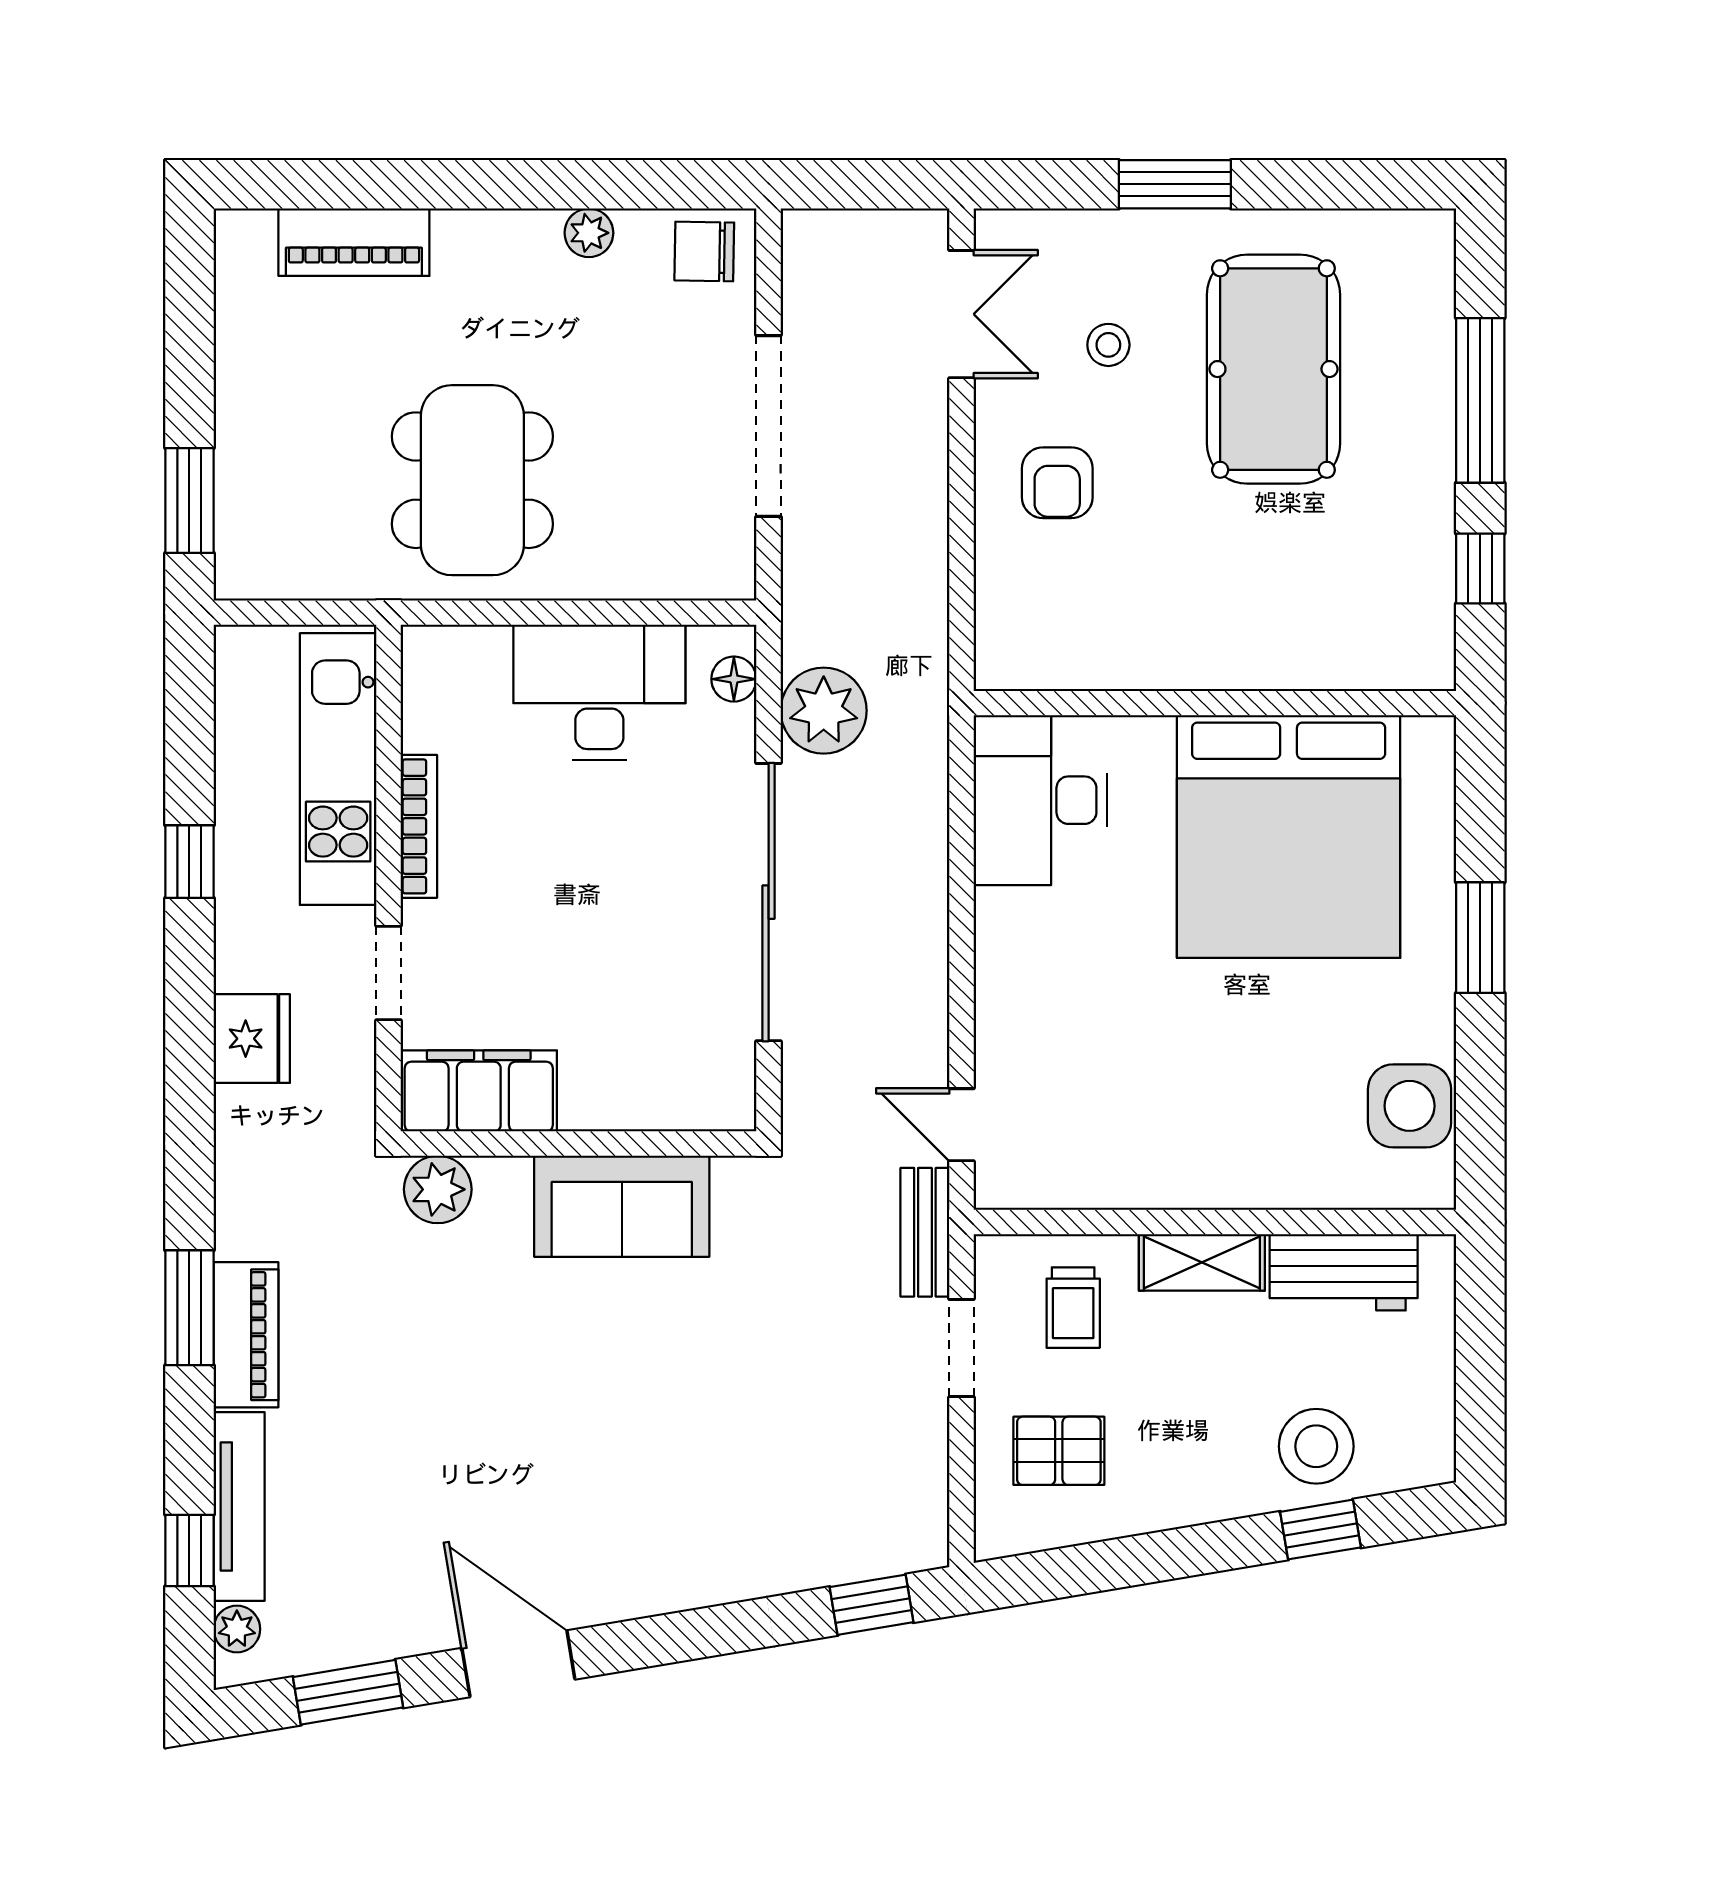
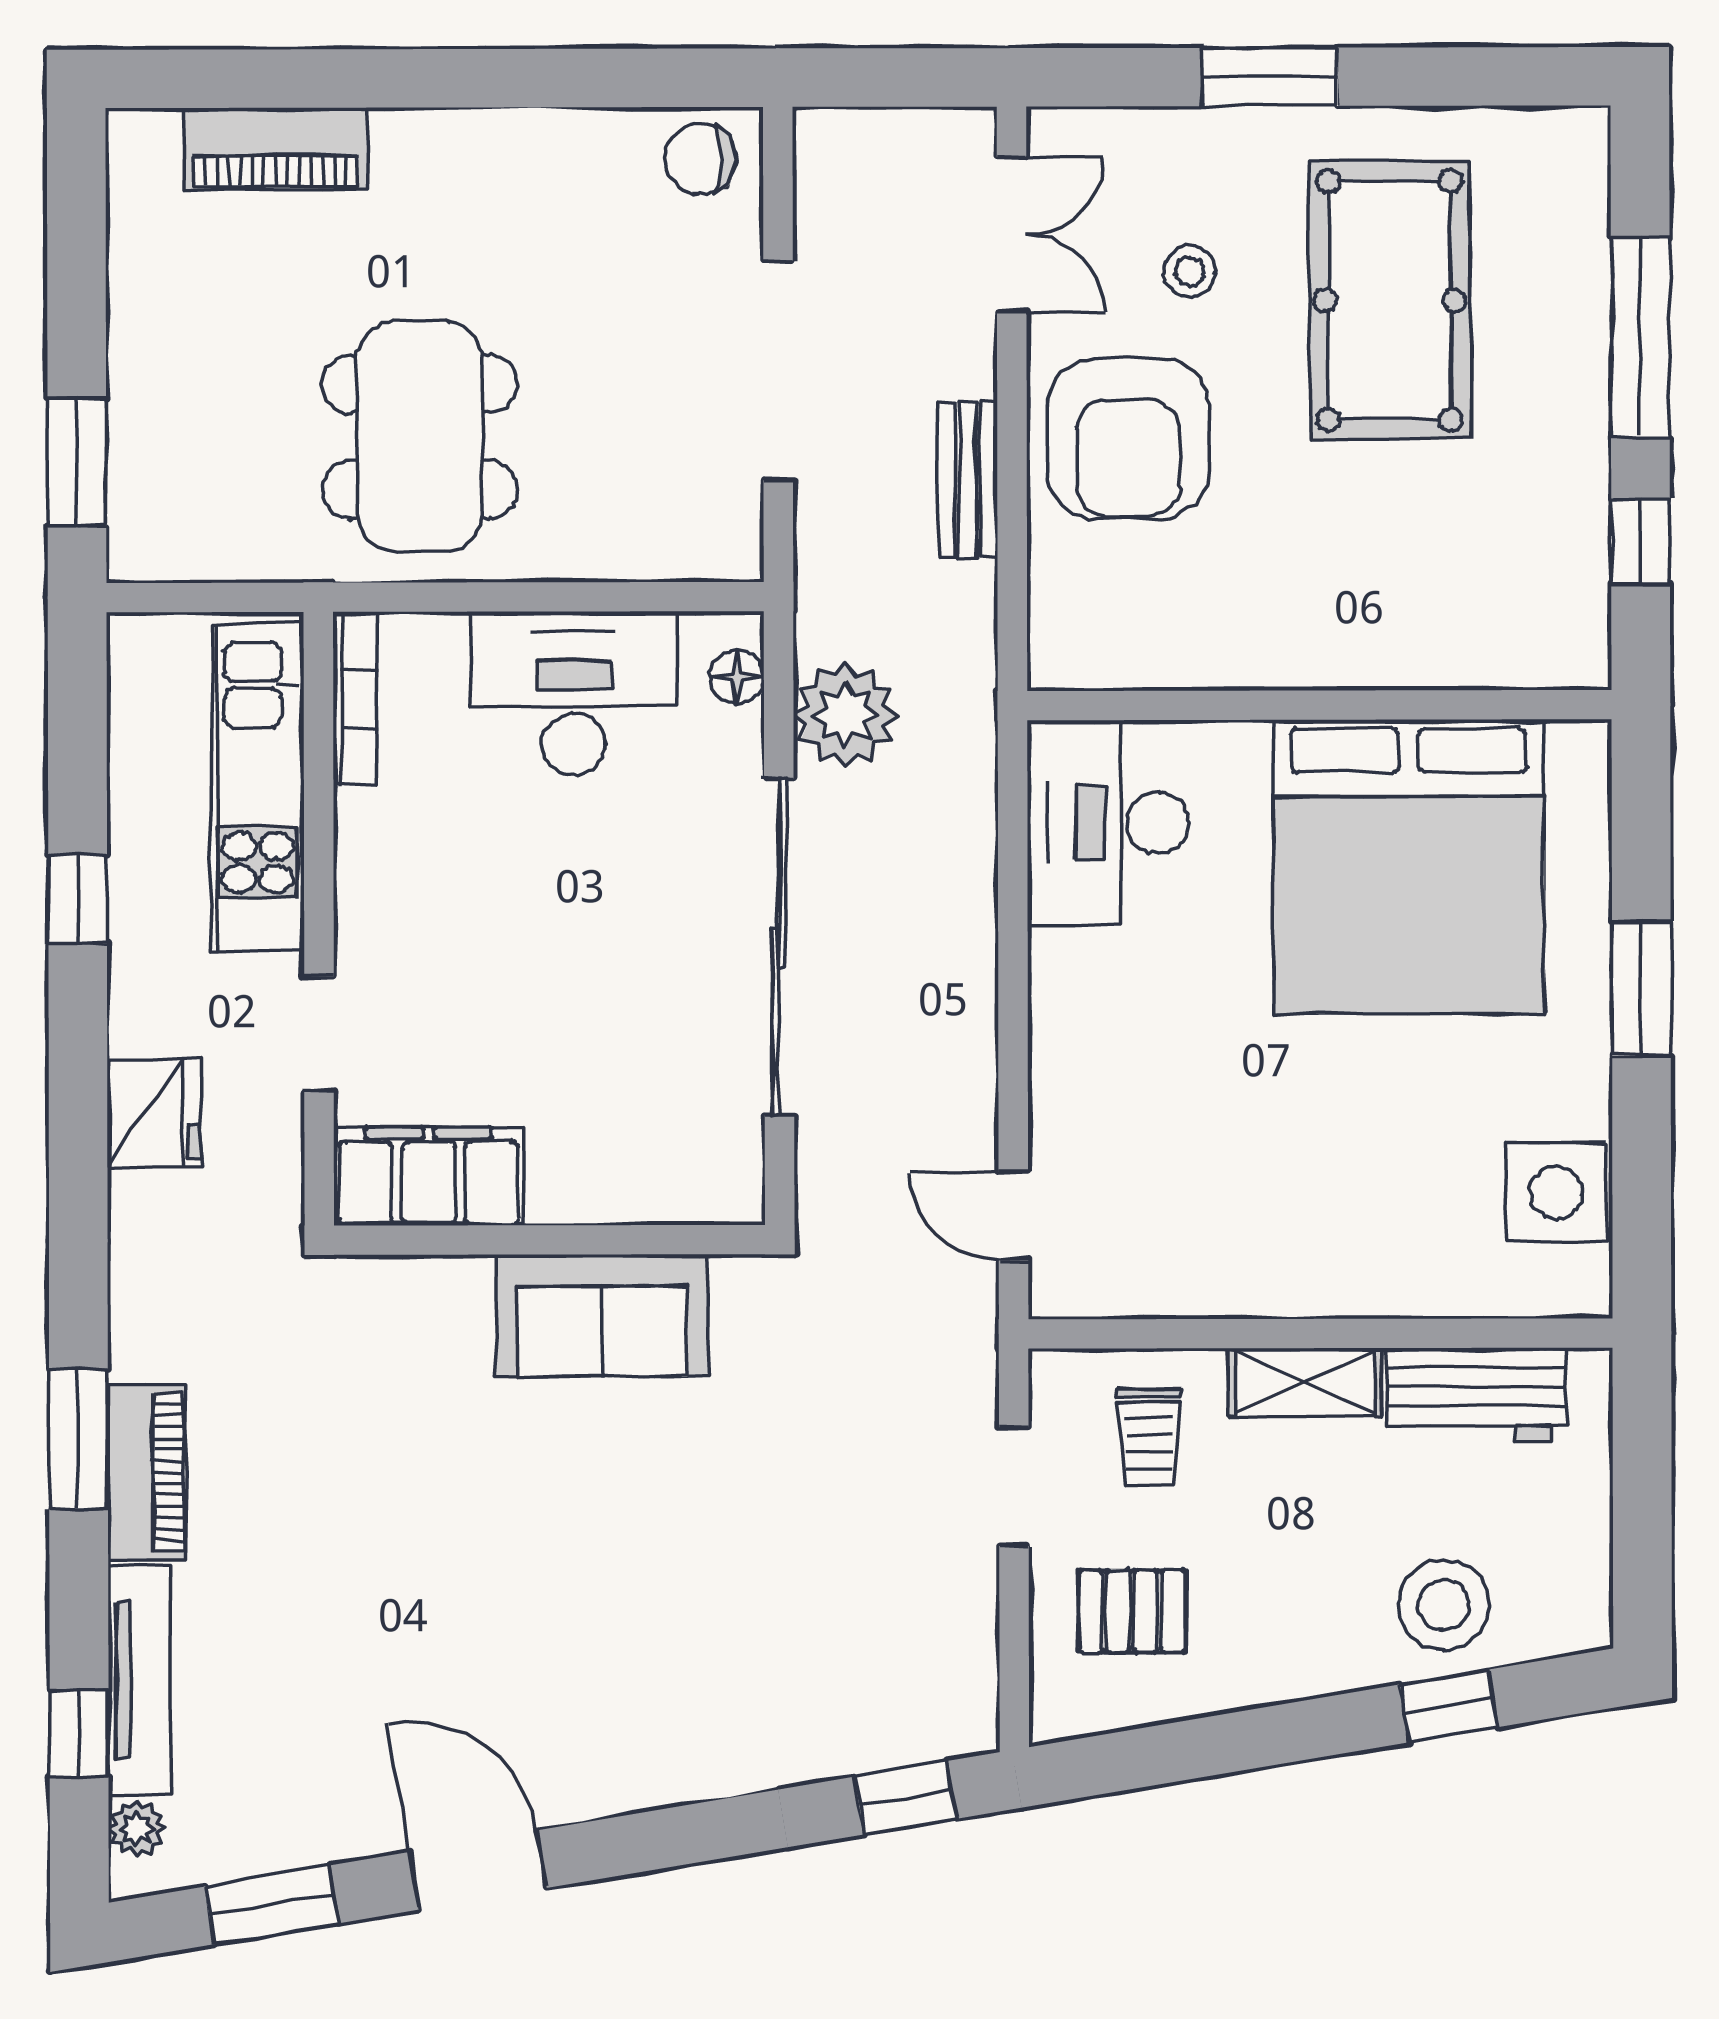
plant: (589, 233) -> (560, 137), removed
armchair: (1057, 483) -> (1128, 439), width x1.88, depth x1.88
bookcase: (419, 826) -> (355, 698), moved
plant: (438, 1189) -> (379, 1296), removed
bench: (925, 1232) -> (968, 480), moved

